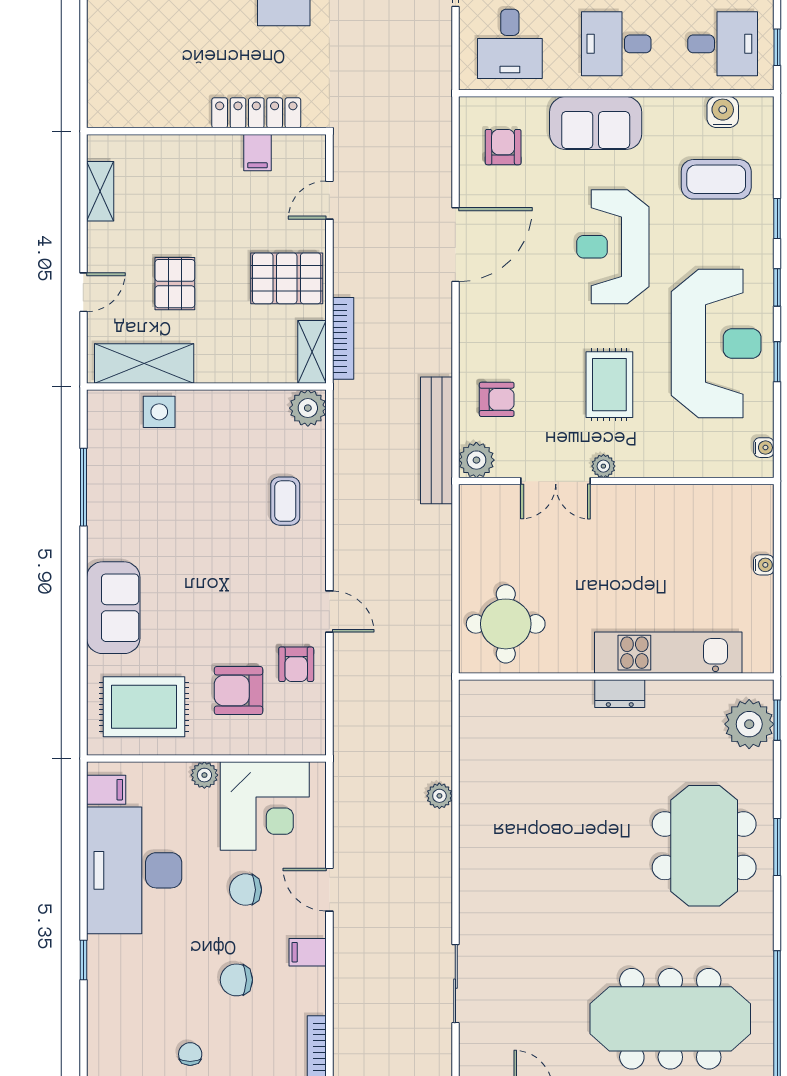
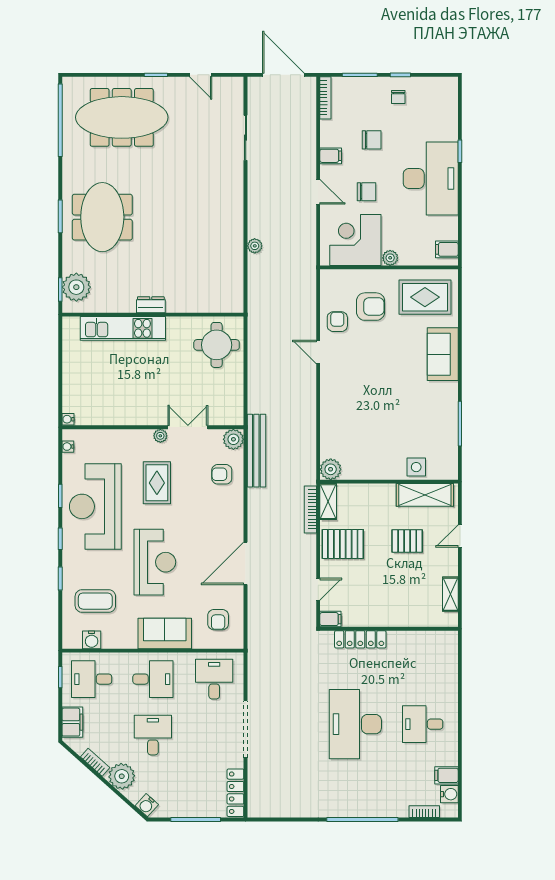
filing cabinet: (257, 153) -> (330, 619), moved, turned 90
pallet: (175, 284) -> (407, 541), turned 90
coffee table: (285, 501) -> (344, 416), removed
water cooler: (764, 565) -> (68, 419), moved
desk: (134, 870) -> (431, 179), moved

